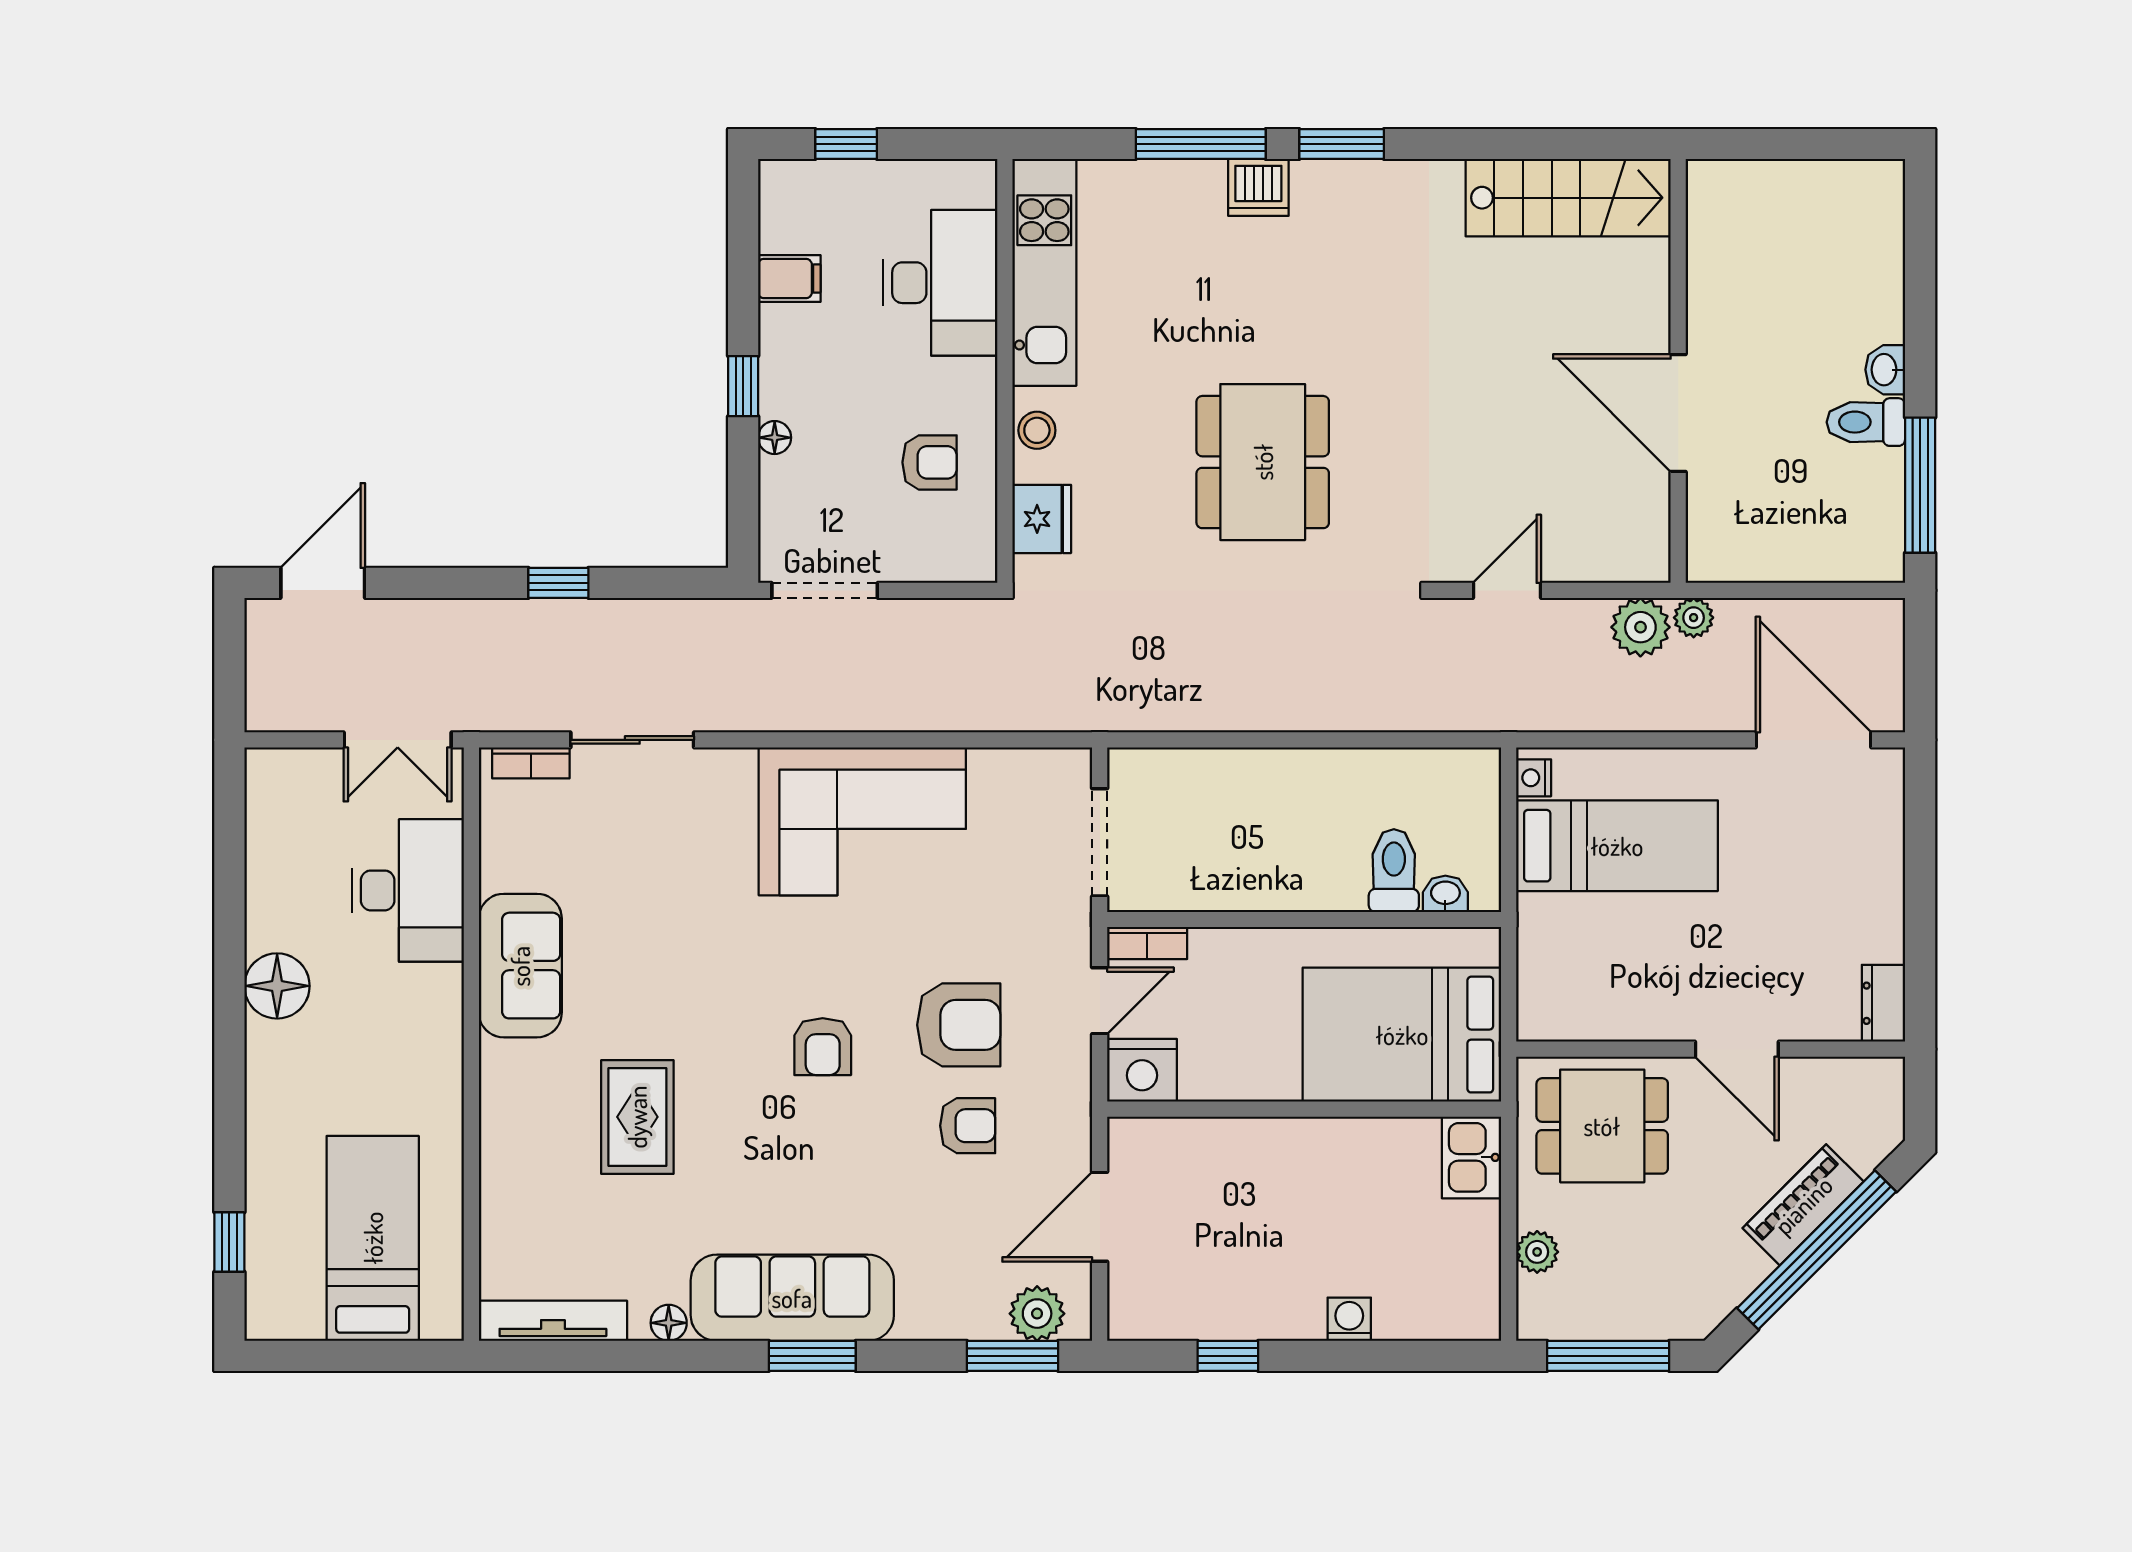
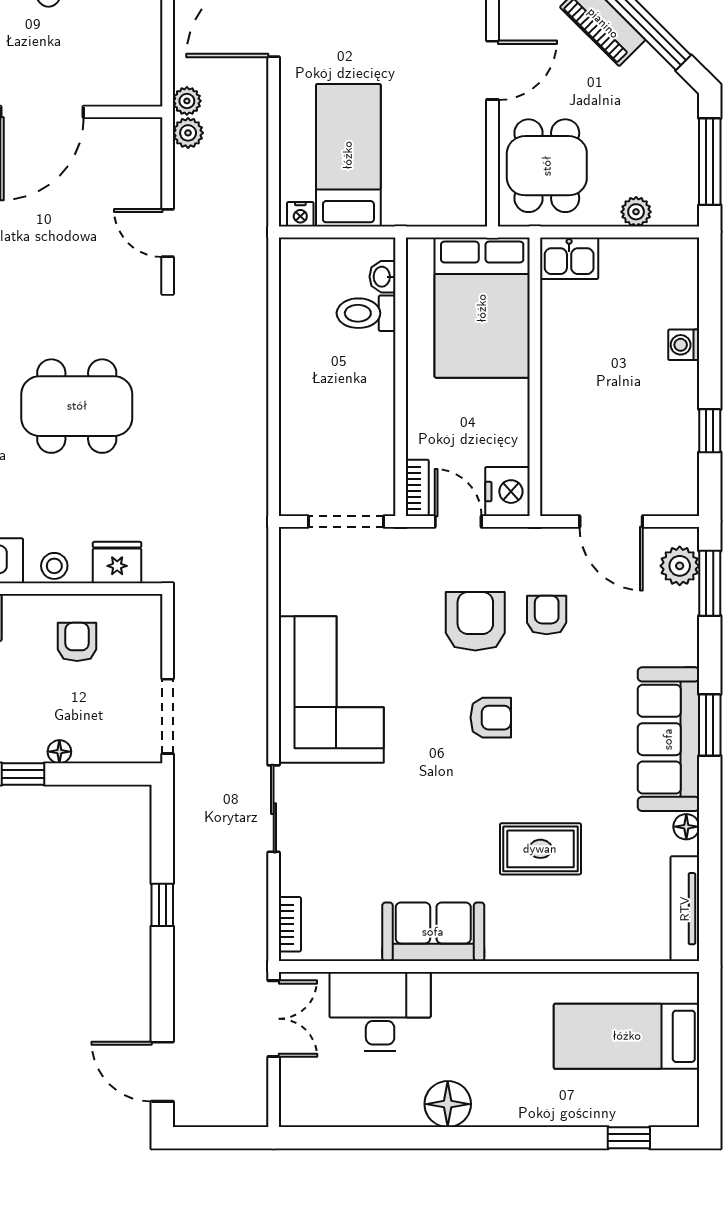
plant: (1640, 627) -> (188, 133), width x0.73, depth x0.73
sliding door: (632, 740) -> (274, 809), moved

